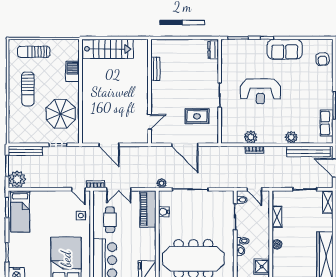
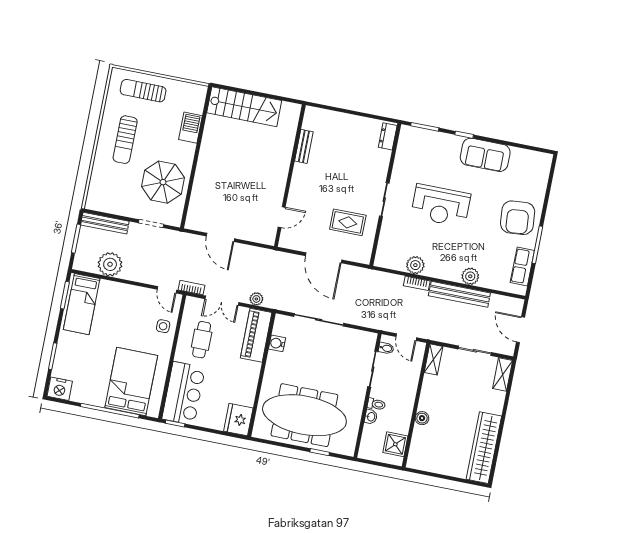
armchair: (322, 59) -> (518, 218), moved, width x1.88, depth x1.88
bench: (308, 152) -> (459, 294), moved
plant: (17, 179) -> (110, 264), moved
plant: (162, 183) -> (256, 299), moved
shelving: (277, 217) -> (434, 359), moved

